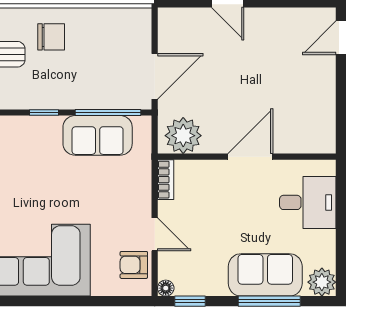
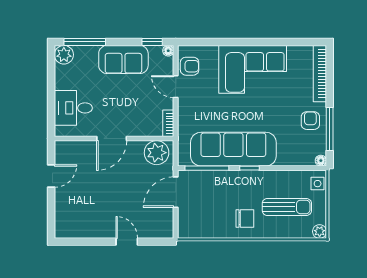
chair: (51, 37) -> (245, 219), turned 180
door: (341, 38) -> (51, 176), moved
sofa: (98, 135) -> (233, 149), width x1.85, depth x1.27
sofa: (265, 275) -> (123, 59), moved
window: (269, 301) -> (85, 42), moved

